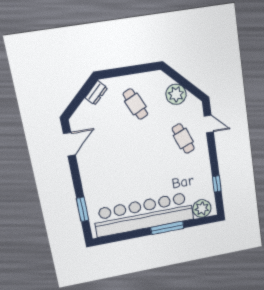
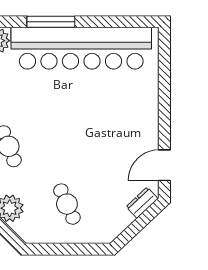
dresser: (96, 93) -> (142, 203), moved
window: (83, 209) -> (164, 73), removed

